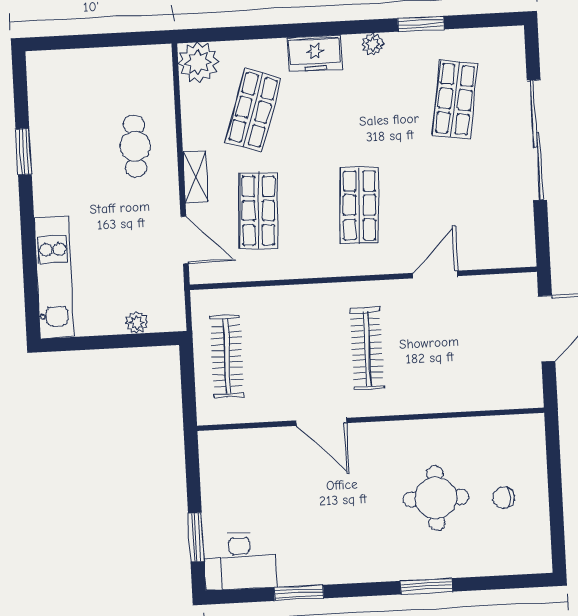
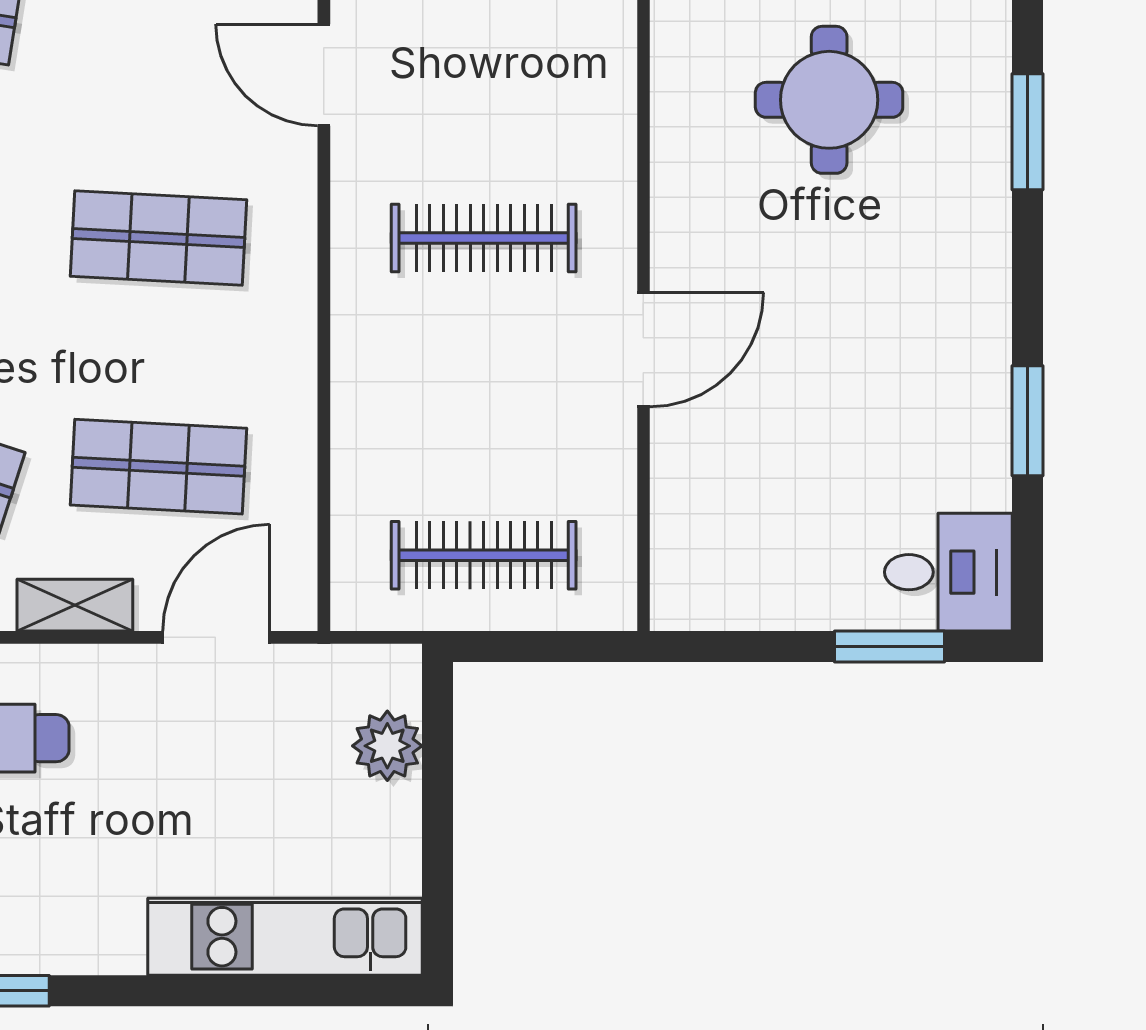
plant: (137, 322) -> (387, 746), width x1.38, depth x1.38
desk: (240, 561) -> (948, 572), width x0.73

